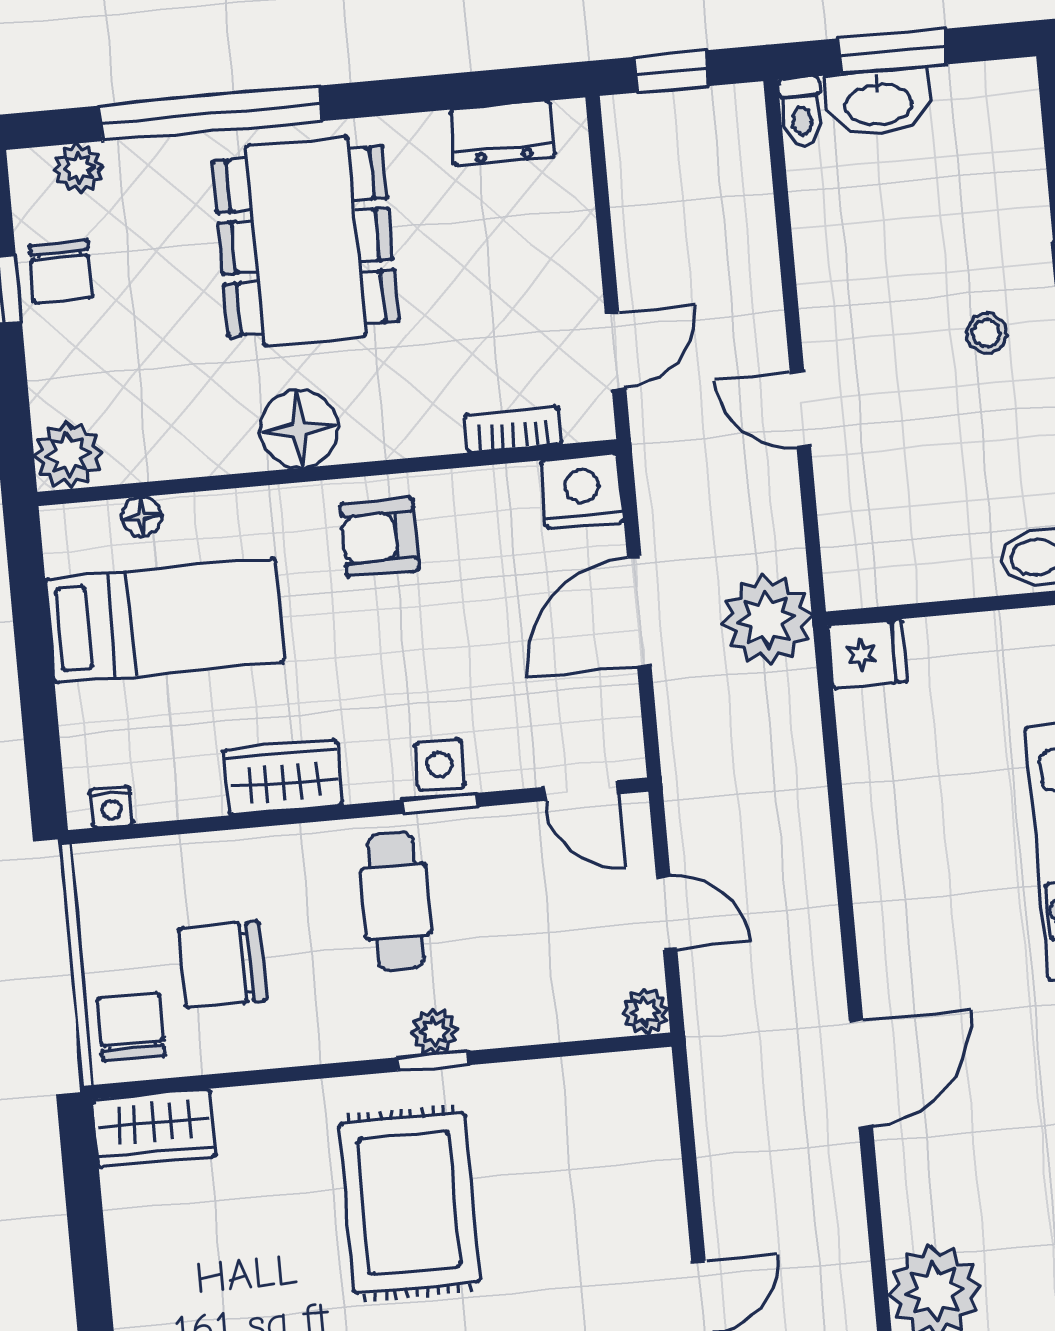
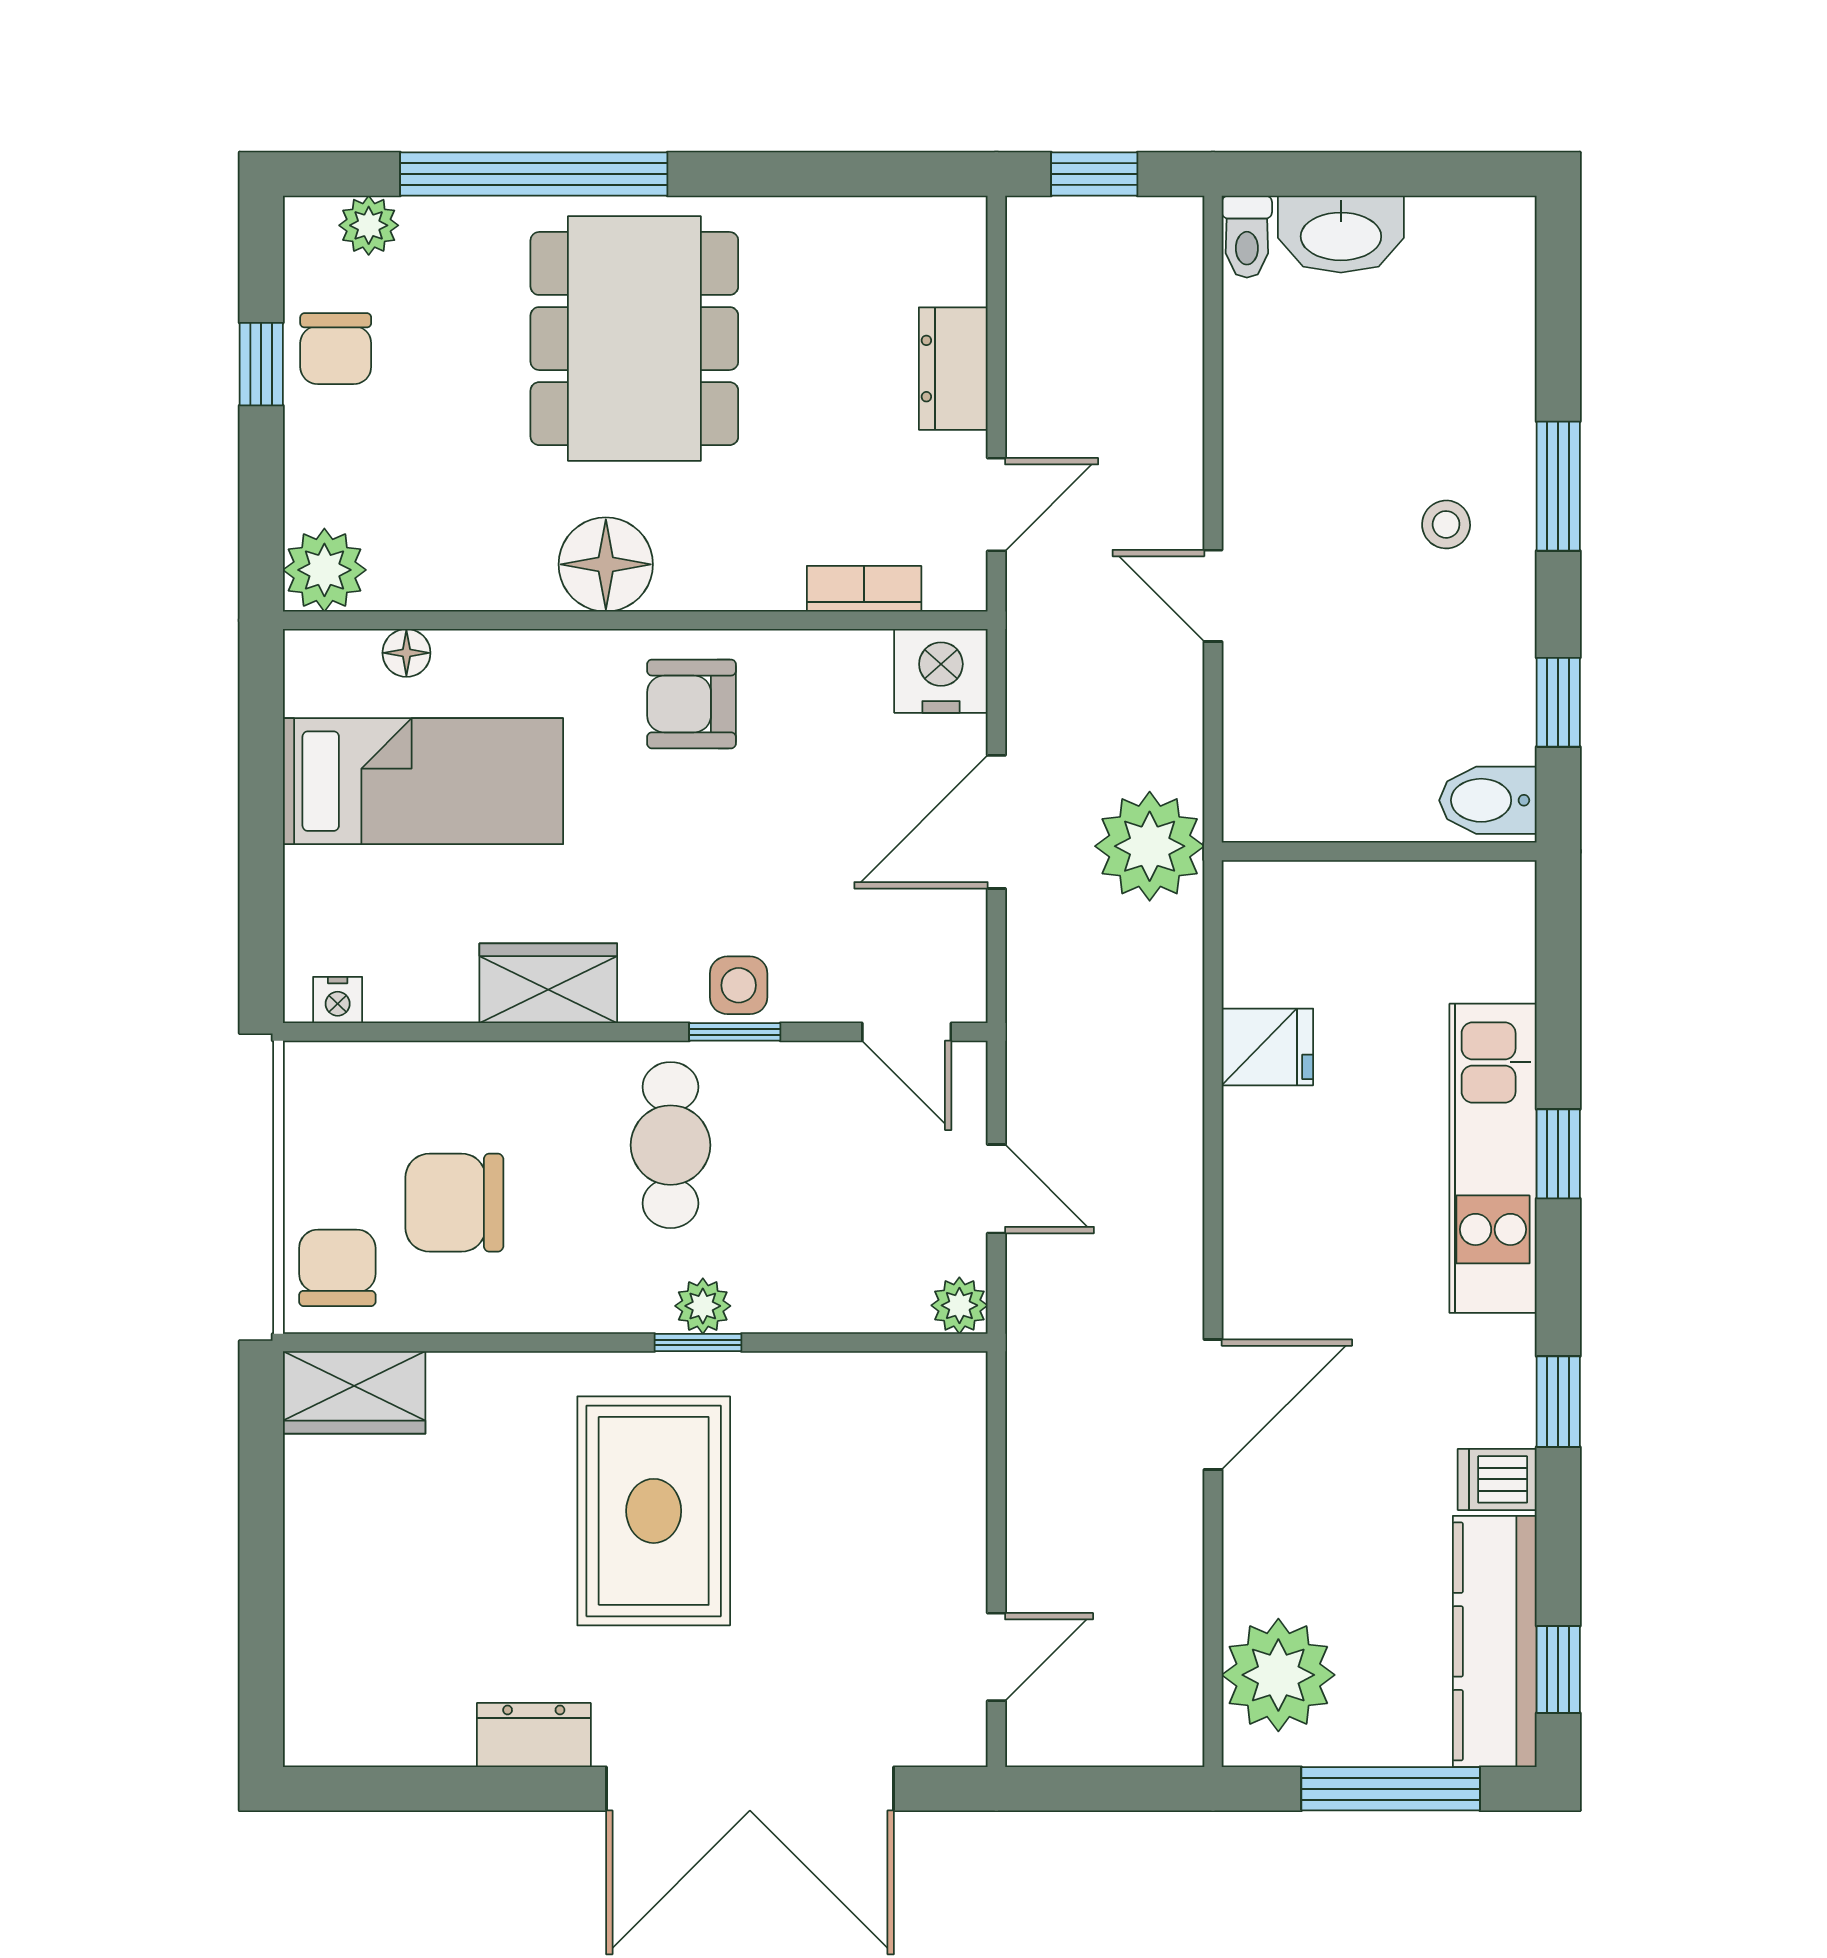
window: (892, 51) -> (1363, 174), removed
dresser: (502, 133) -> (953, 369), moved, turned 90
fridge: (868, 654) -> (1267, 1047), moved

